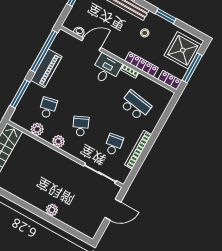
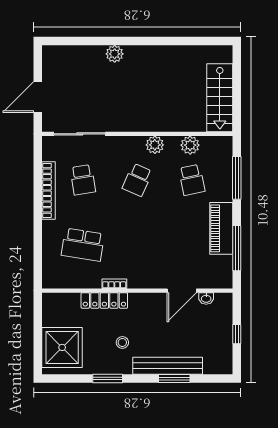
window: (44, 51) -> (237, 248), width x0.68
window: (192, 68) -> (38, 332), removed
desk: (106, 69) -> (145, 270), removed
locker: (170, 80) -> (58, 300), removed
school desk: (81, 126) -> (137, 180), turned 48

